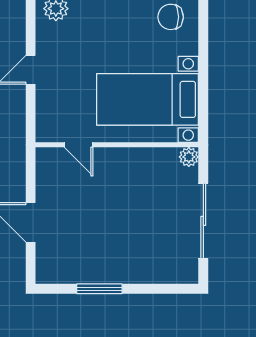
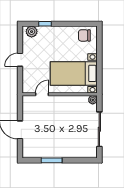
door: (79, 145) -> (42, 94), swing flipped

